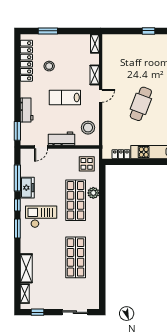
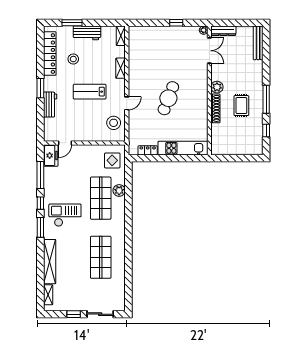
door: (101, 96) -> (127, 103), moved
window: (17, 131) -> (40, 88), moved
workbench: (61, 139) -> (87, 33), moved, turned 180
freezer: (27, 188) -> (51, 156), moved
shelving: (26, 268) -> (50, 262), width x1.47
window: (38, 312) -> (74, 314), moved

